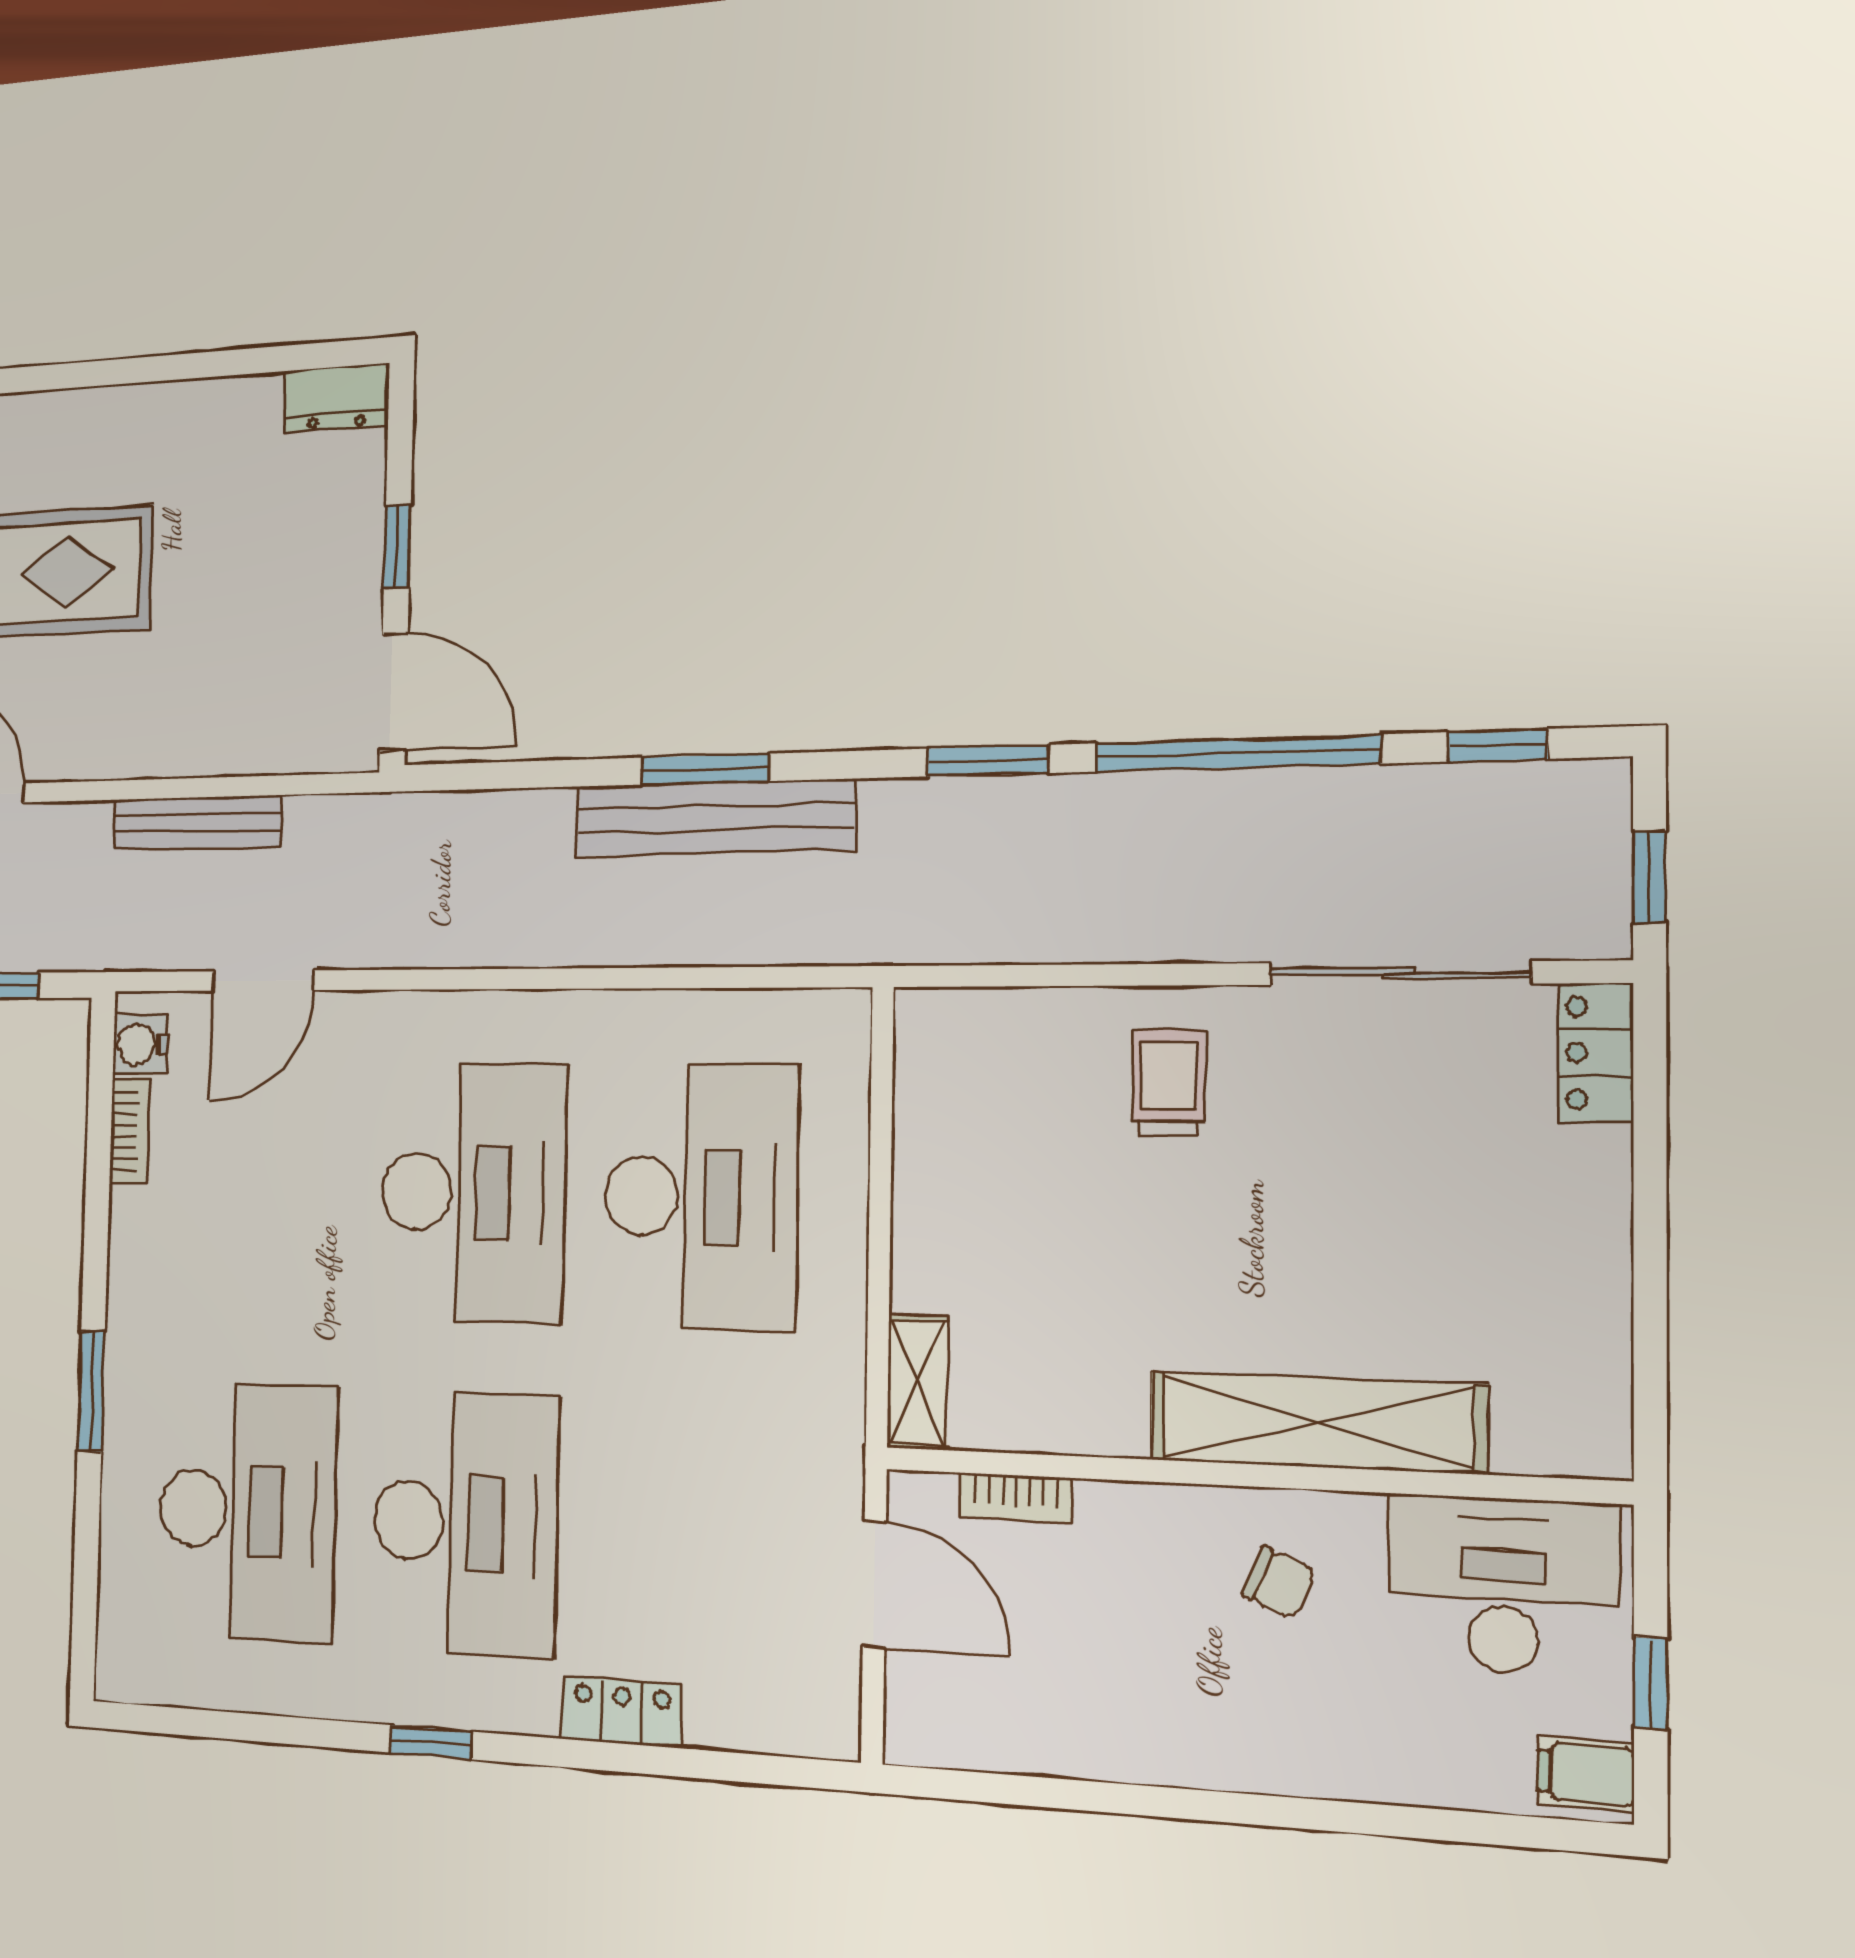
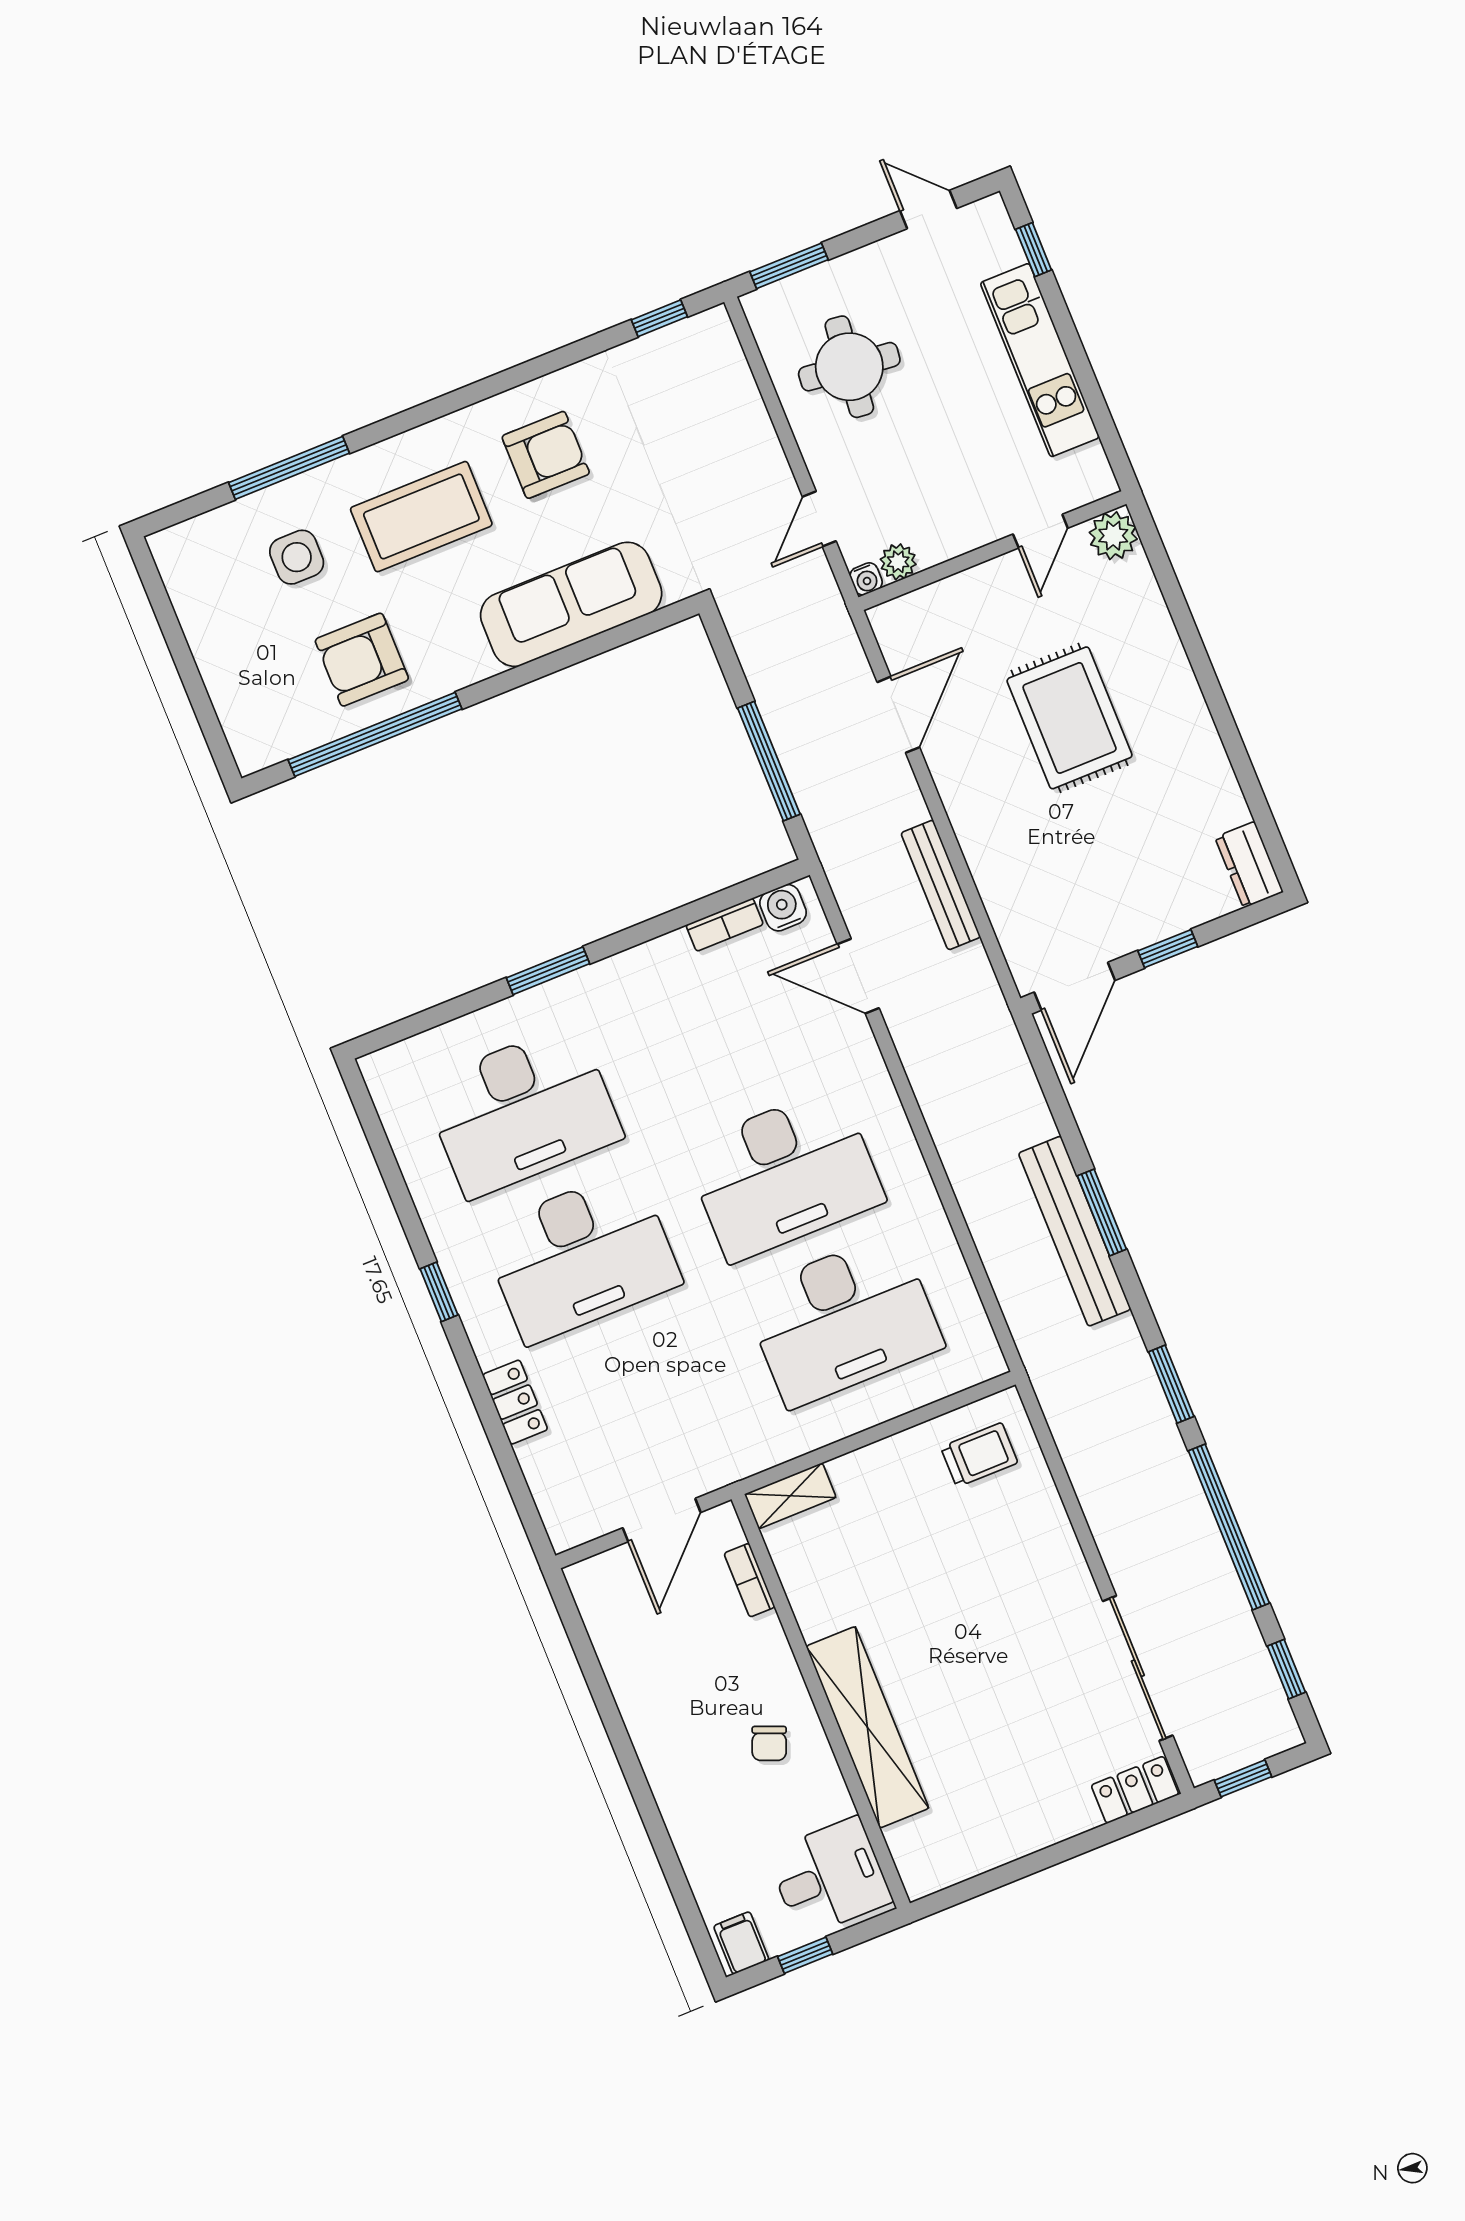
trolley: (1168, 1083) -> (979, 1455), moved
desk: (1503, 1585) -> (829, 1877), width x0.73

